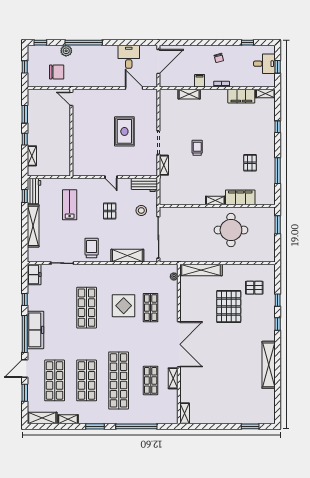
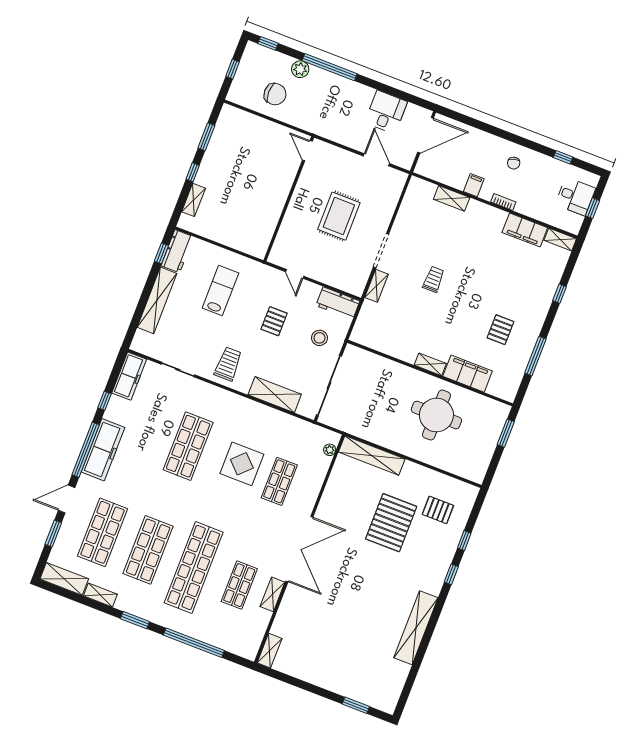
door: (71, 99) -> (307, 151), moved
wall: (71, 133) -> (289, 199), moved
freezer: (34, 275) -> (129, 376), width x1.40

